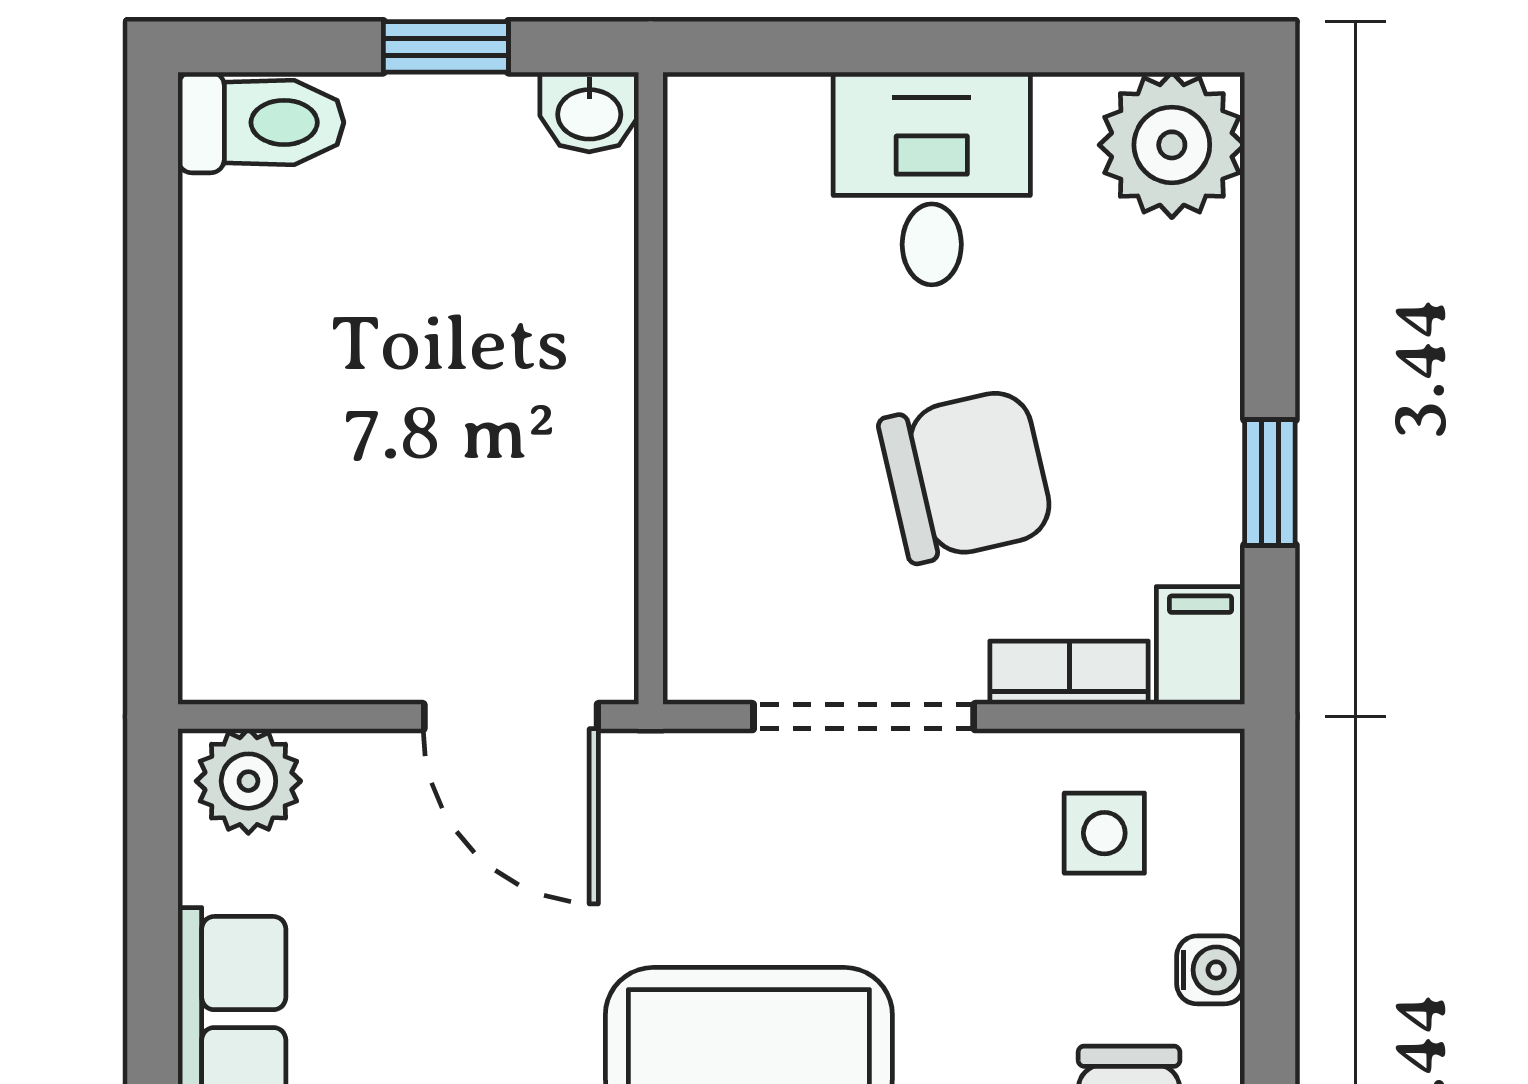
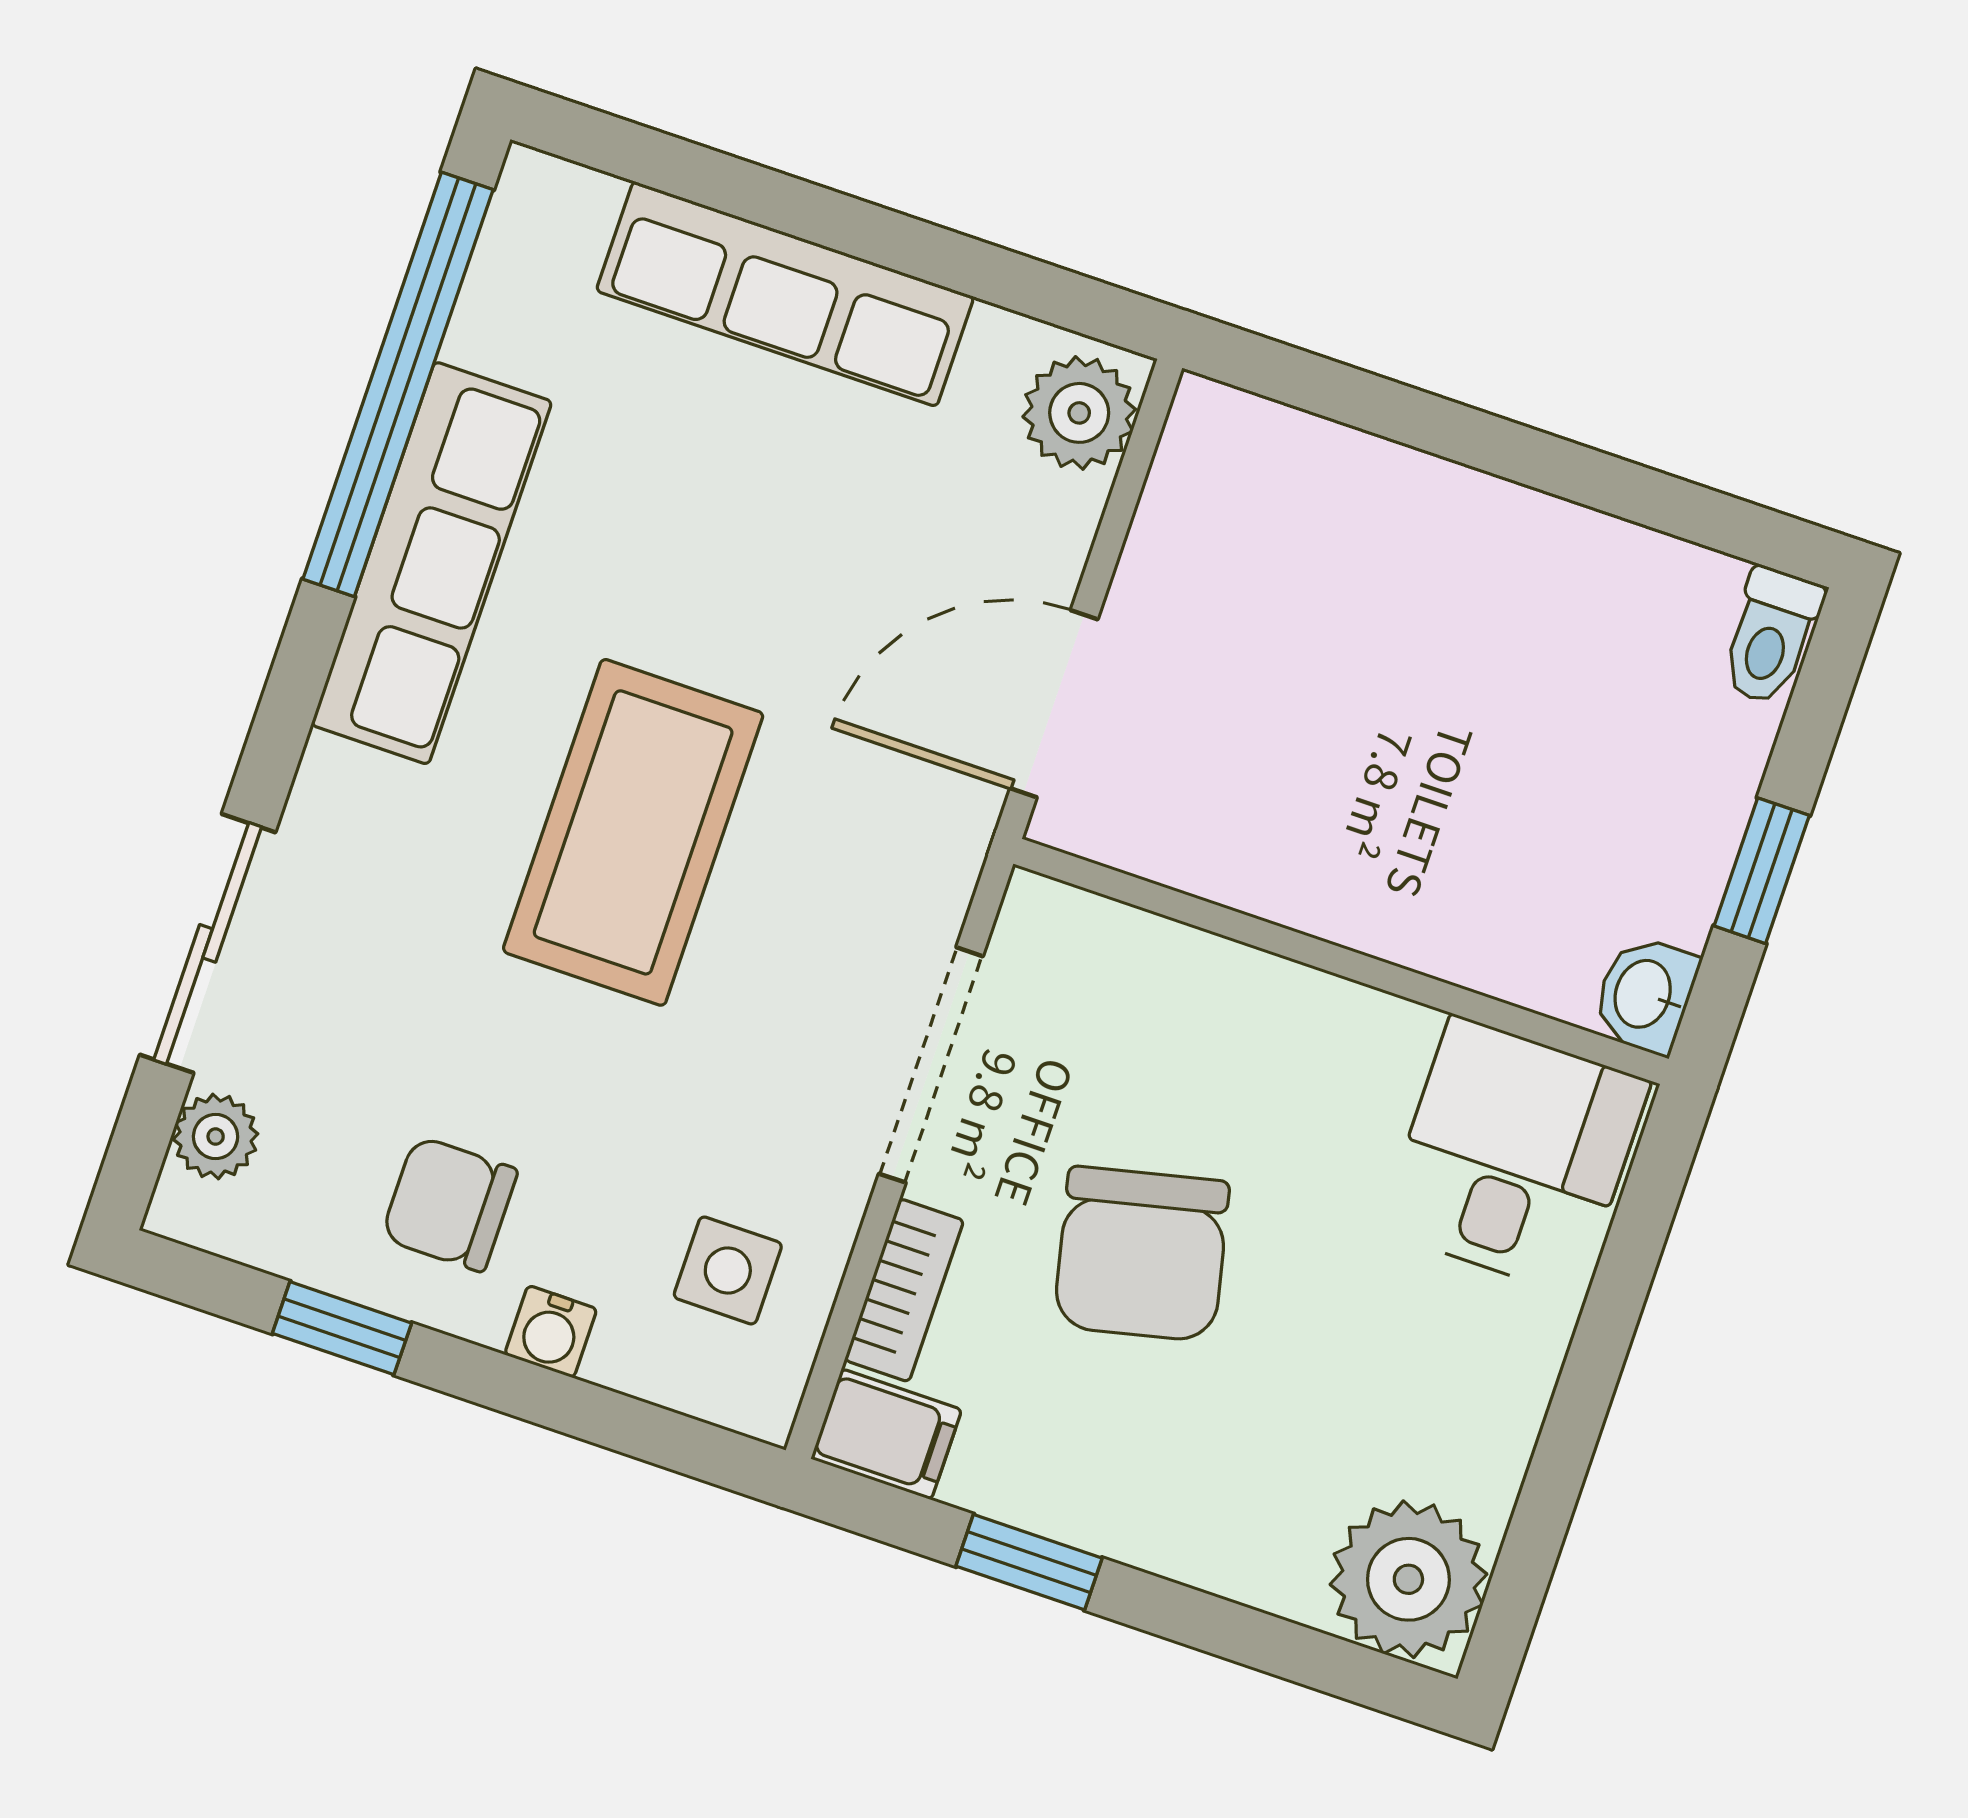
toilet: (261, 122) -> (1771, 636), width x0.73, depth x0.72
desk: (932, 178) -> (1514, 1156), moved, turned -90

